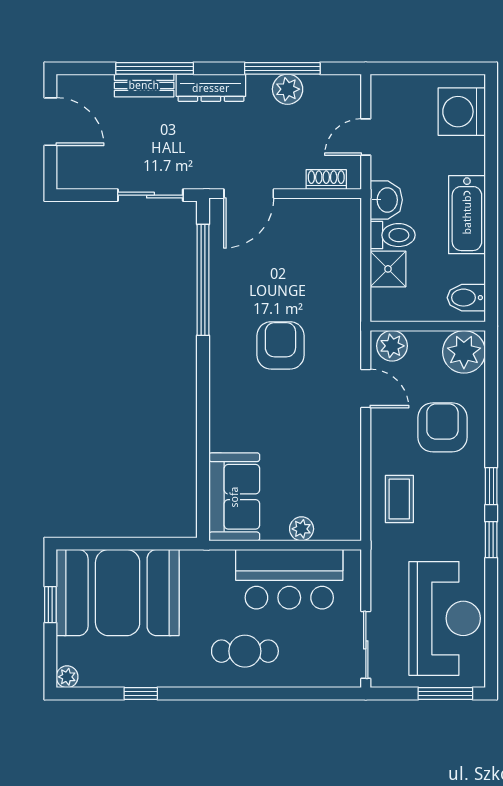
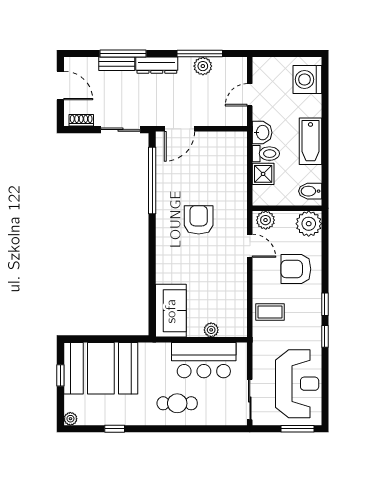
shoe rack: (326, 180) -> (81, 120), moved
armchair: (442, 427) -> (296, 269), turned -90
coffee table: (399, 499) -> (270, 312), turned 90

